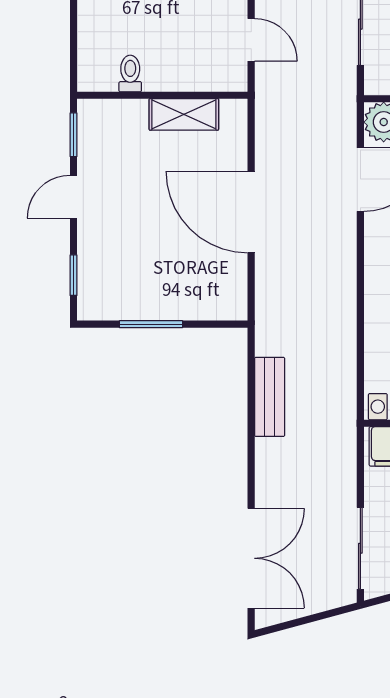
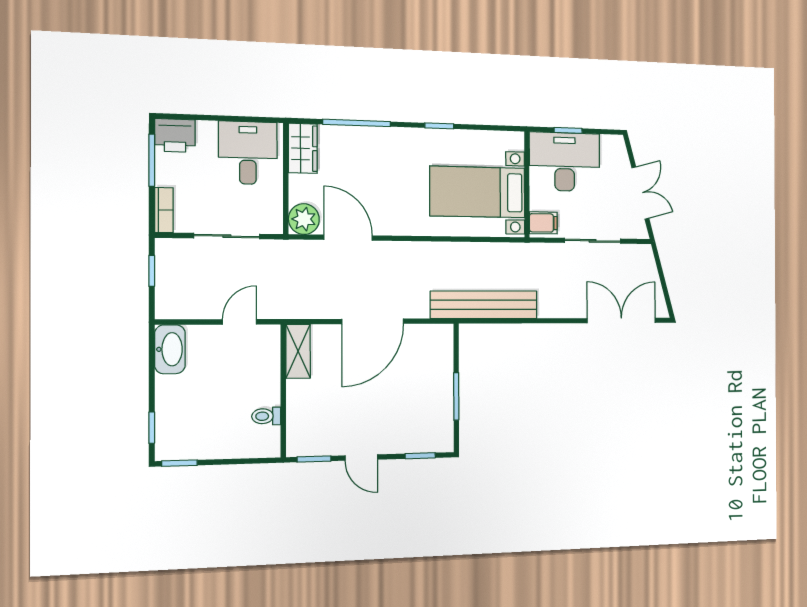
shelving: (184, 114) -> (298, 351), moved
bench: (270, 397) -> (484, 305), width x1.86, depth x1.21
sliding door: (360, 548) -> (593, 241), moved

